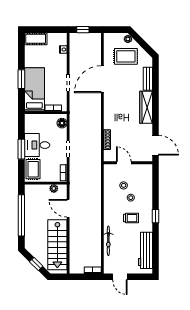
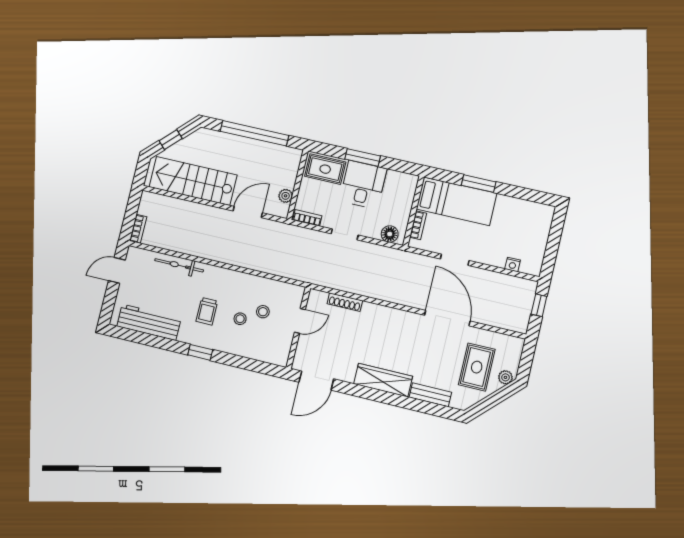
cot: (36, 39) -> (541, 223), removed

